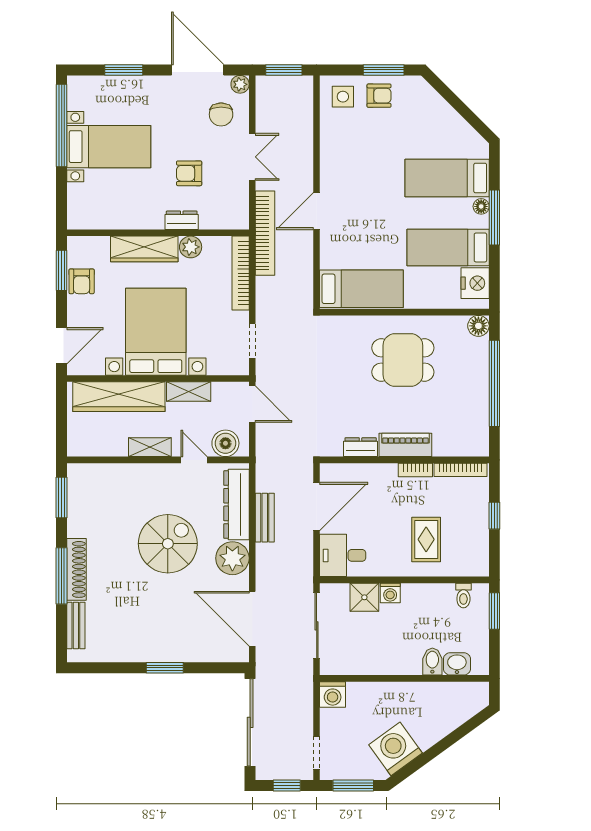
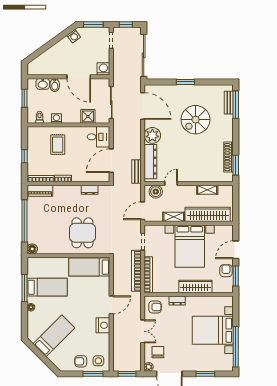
window: (384, 70) -> (93, 374), moved
bed with nightstands: (109, 147) -> (213, 330), width x1.36
double door: (252, 157) -> (143, 331), swing flipped
armchair: (189, 173) -> (155, 307), moved
bed: (447, 178) -> (54, 336), moved, turned -45
window: (494, 217) -> (24, 288), moved
bookcase: (265, 233) -> (136, 271), moved
plant: (191, 247) -> (173, 287), removed
nightstand: (475, 283) -> (103, 325), moved, turned 180
door: (62, 346) -> (236, 250), moved
dining table: (403, 360) -> (82, 233), moved, turned 90
door: (252, 404) -> (143, 211), hinge flipped
piano: (405, 445) -> (40, 191), moved
shelving: (150, 447) -> (207, 190), moved
door: (194, 460) -> (171, 183), swing flipped
bench: (265, 518) -> (136, 172), moved
spiral stairs: (168, 544) -> (195, 120), moved
shoe rack: (76, 569) -> (228, 157), moved
window: (62, 576) -> (236, 105), moved
washing machine: (390, 593) -> (56, 118), moved
window: (494, 611) -> (24, 98), moved
door: (383, 678) -> (79, 77), added
washing machine: (395, 749) -> (74, 36), width x0.53, depth x0.53

